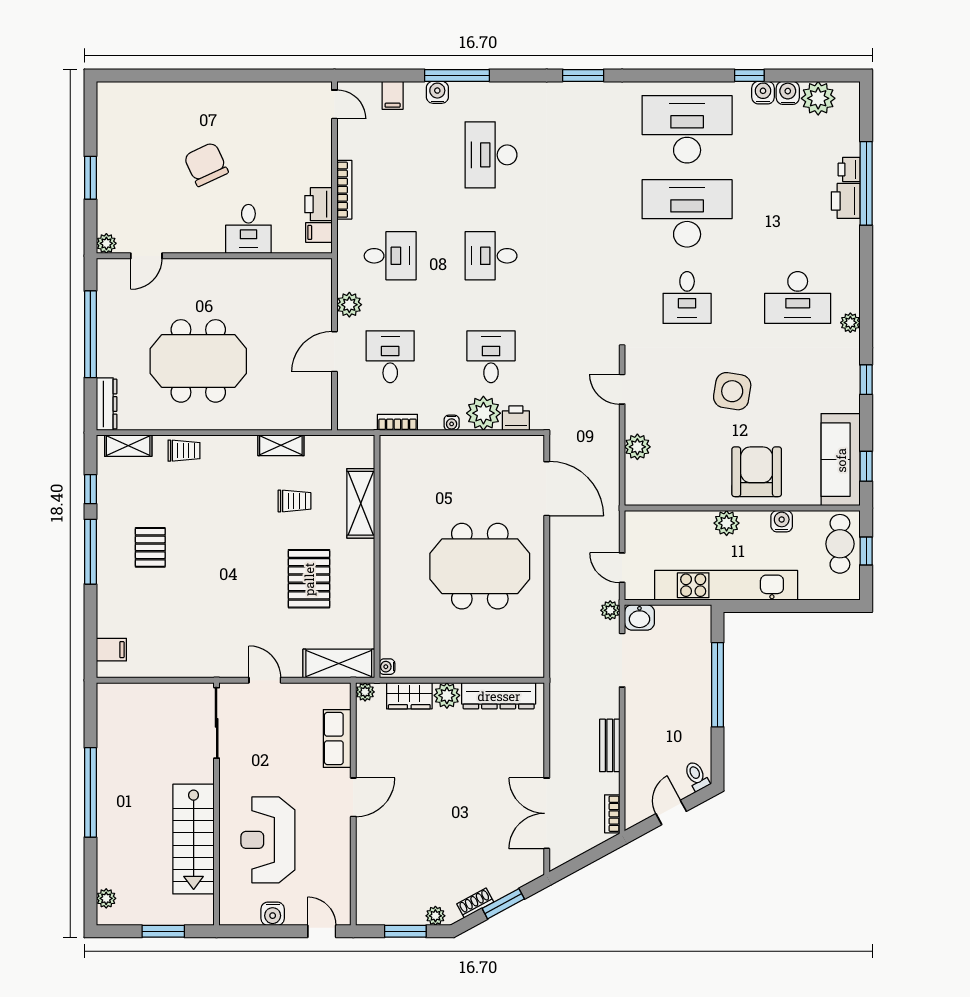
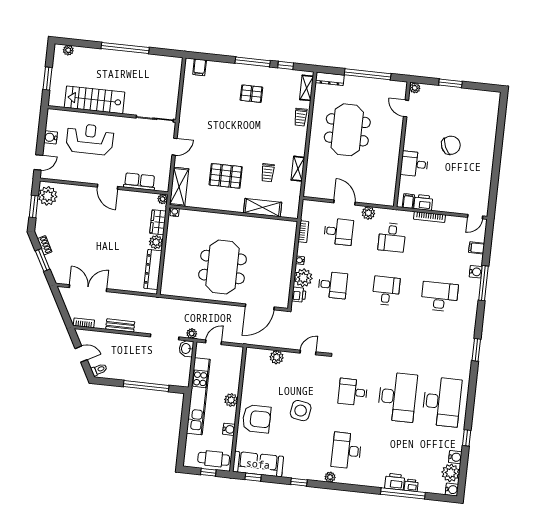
water cooler: (763, 93) -> (452, 490), moved
plant: (435, 916) -> (48, 196), moved, width x1.88, depth x1.88

